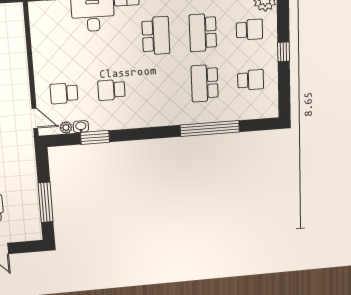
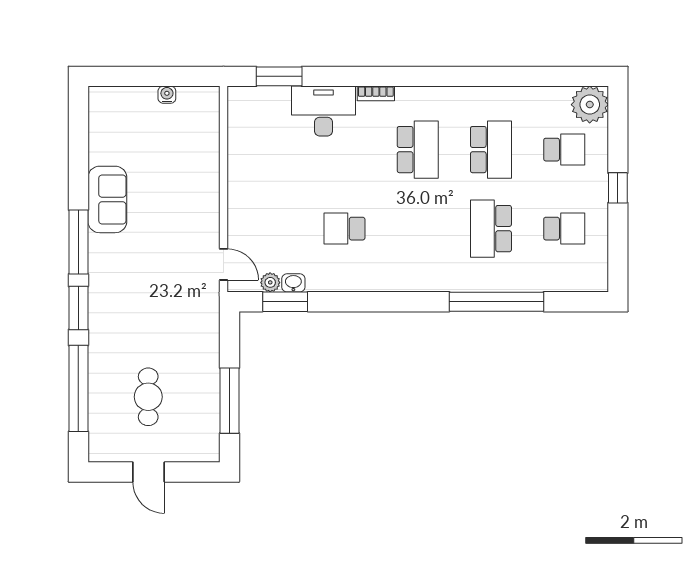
school desk: (203, 33) -> (491, 150), turned 180
school desk: (64, 93) -> (271, 229), removed
window: (95, 137) -> (285, 302), moved

